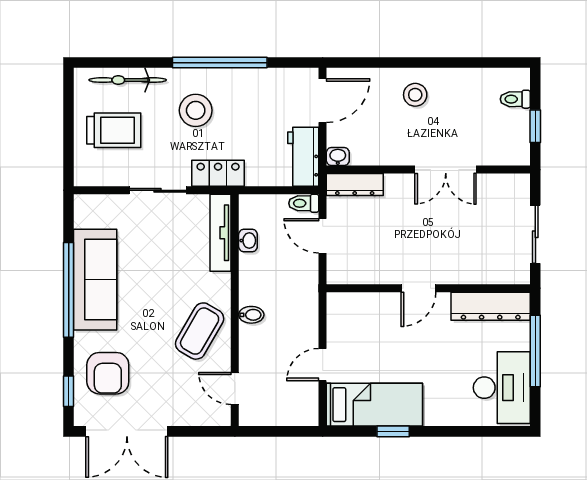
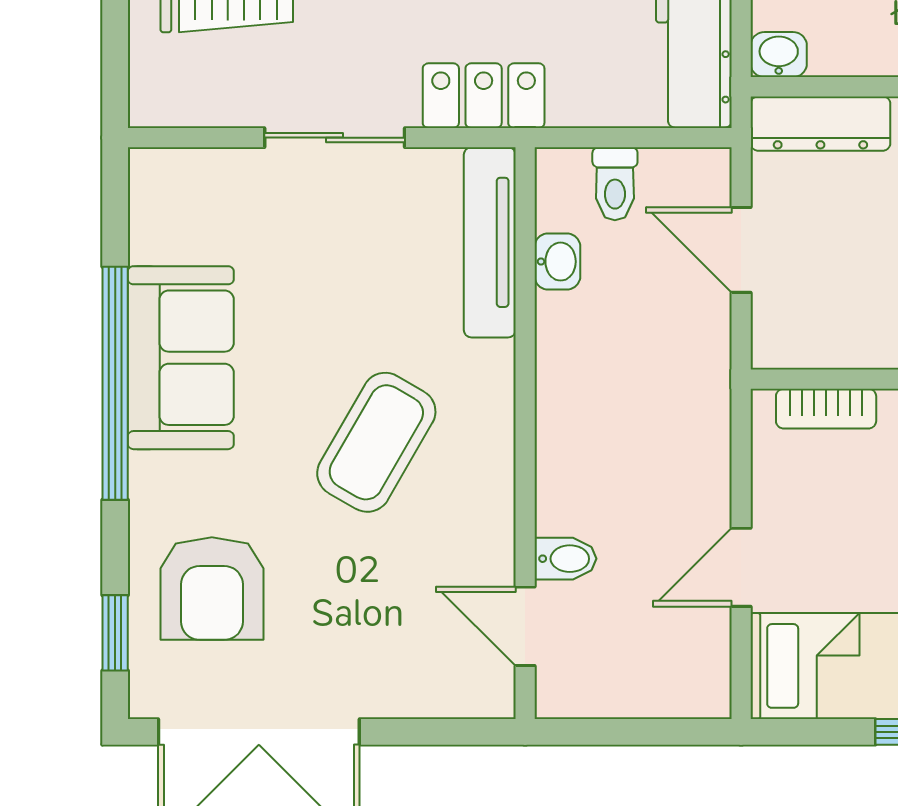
toilet: (304, 203) -> (615, 184), moved, turned -90
sofa: (95, 280) -> (181, 358), width x0.73
bookcase: (357, 300) -> (826, 409), added
bidet: (251, 315) -> (565, 559), moved
coffee table: (200, 331) -> (376, 442), moved

